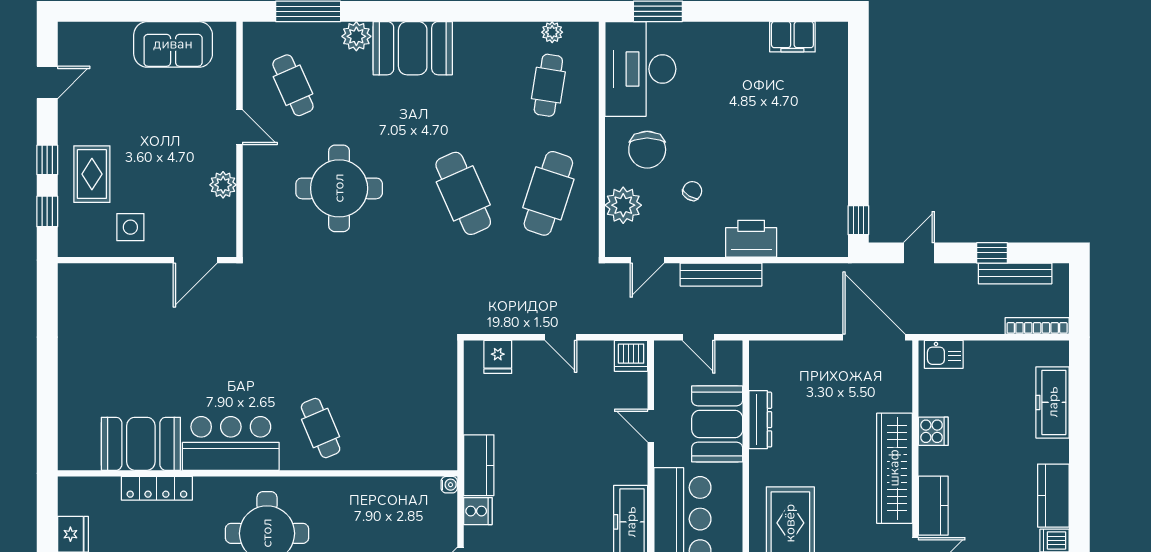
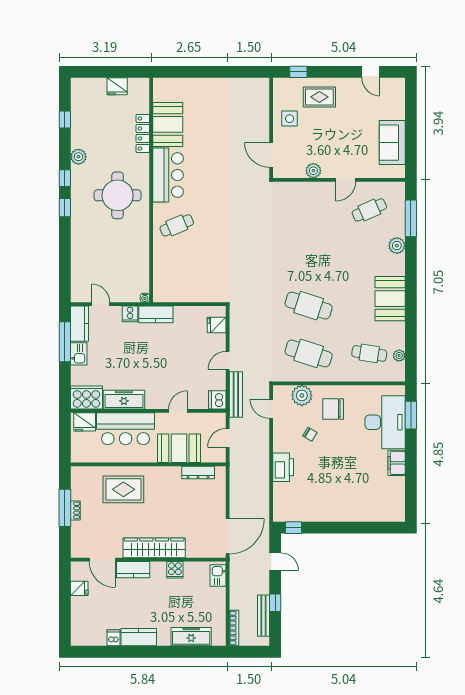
filing cabinet: (792, 37) -> (397, 463), moved
booth: (413, 48) -> (390, 299), moved
desk: (640, 69) -> (385, 422), moved, turned 90
window: (47, 160) -> (327, 72), removed
round table: (339, 188) -> (311, 236), removed
cafe table: (463, 193) -> (309, 306), turned 42
bench: (721, 275) -> (236, 394), moved
dresser: (760, 420) -> (198, 472), moved

